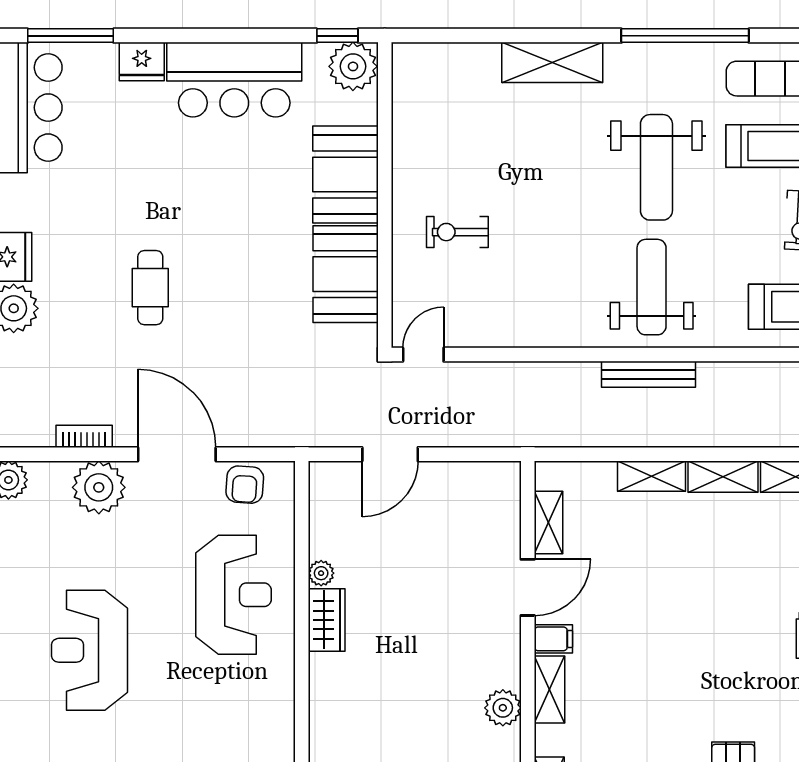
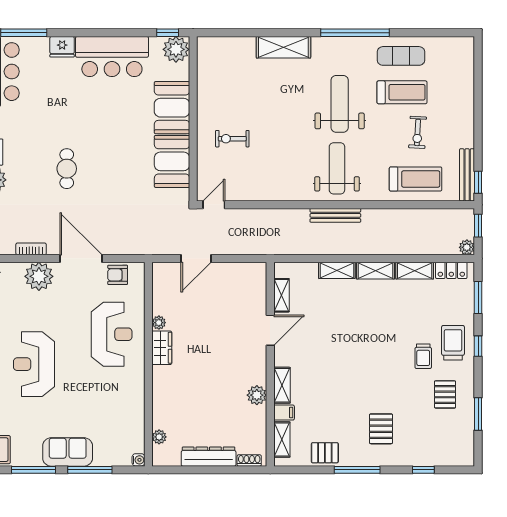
weight bench: (656, 167) -> (340, 104), turned 180
armchair: (245, 485) -> (118, 275), turned 86
filing cabinet: (553, 639) -> (284, 413), moved

